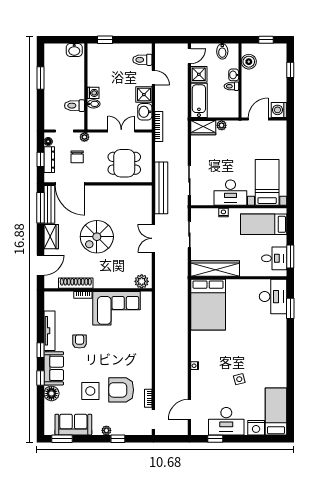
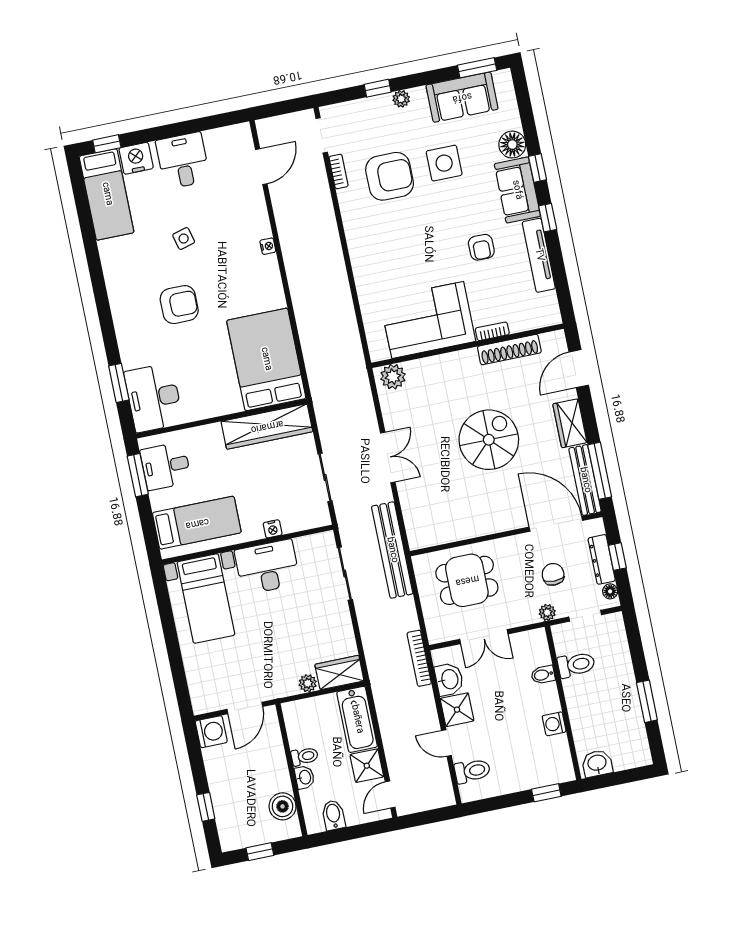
washing machine: (93, 93) -> (554, 724), moved
armchair: (249, 344) -> (179, 305), added
desk: (226, 421) -> (183, 161), width x0.73
window: (215, 439) -> (107, 144), moved

